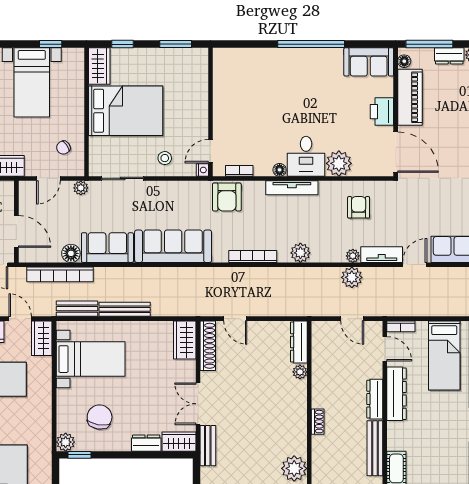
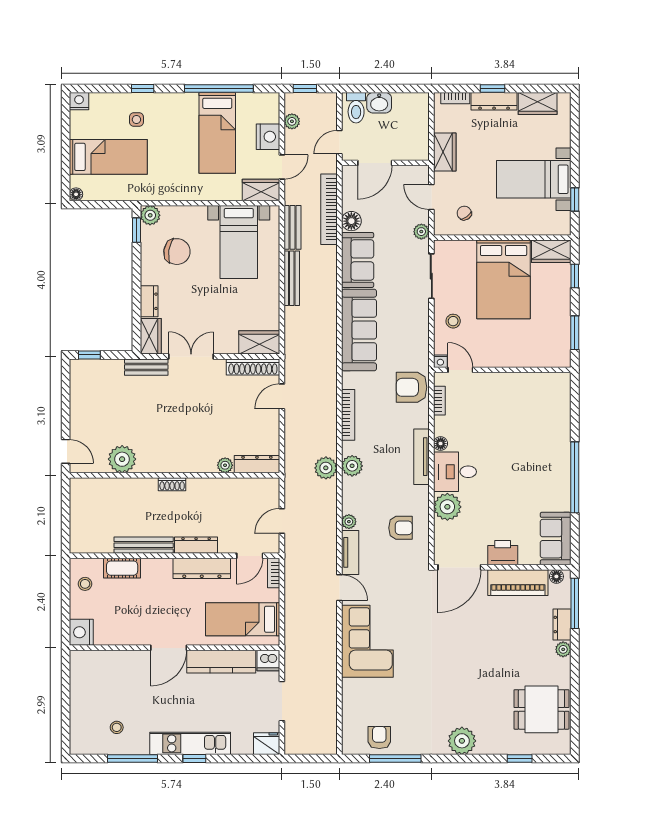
plant: (352, 277) -> (326, 468), moved

